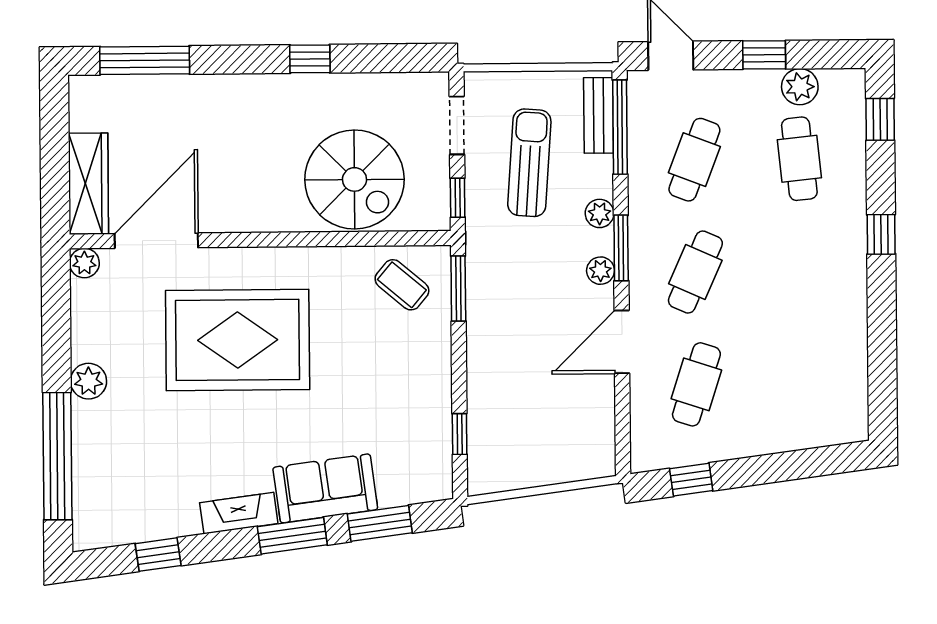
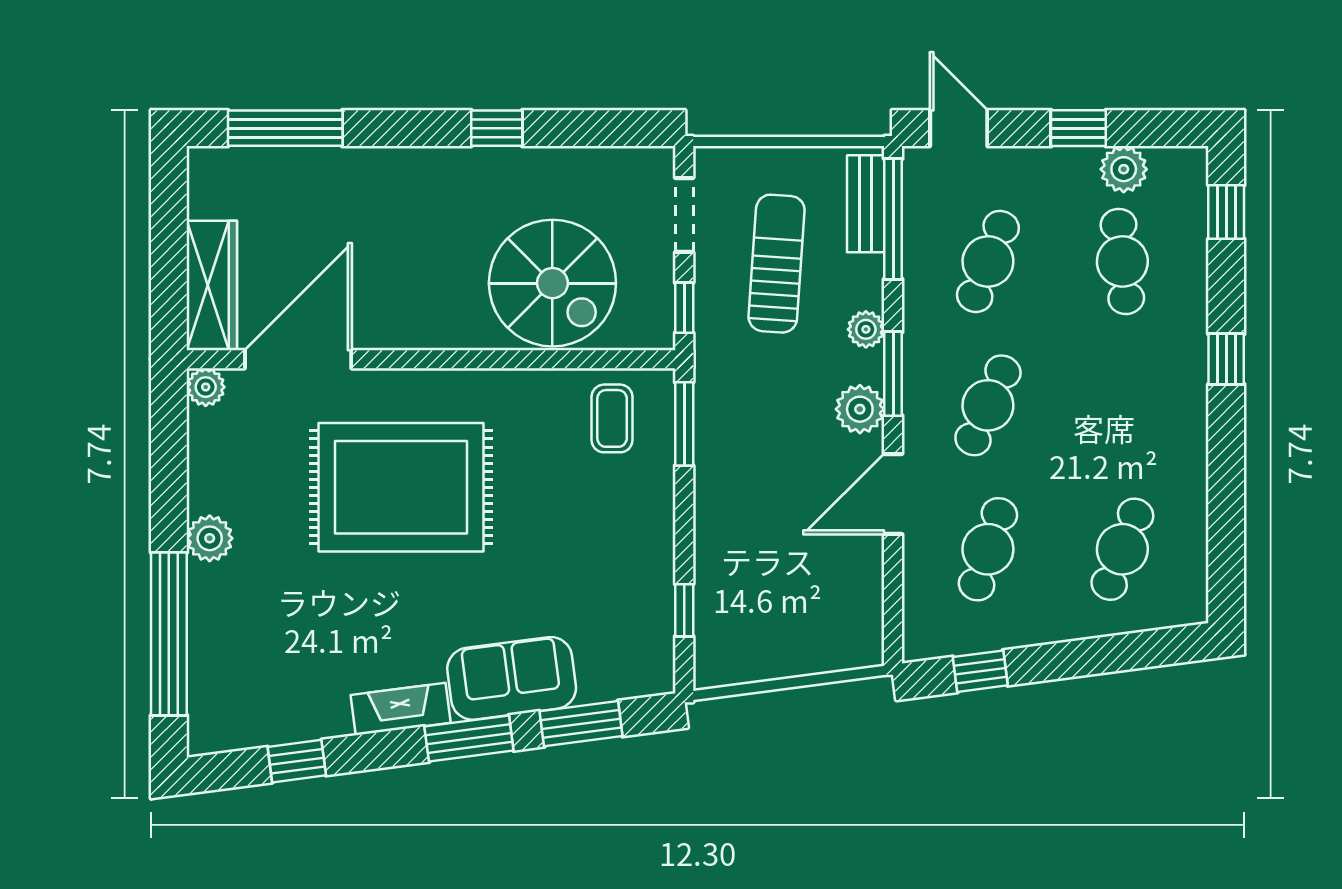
plant: (600, 271) -> (860, 409), width x1.38, depth x1.38
coffee table: (402, 285) -> (612, 418), turned 50
cafe table: (801, 383) -> (1122, 549), added

